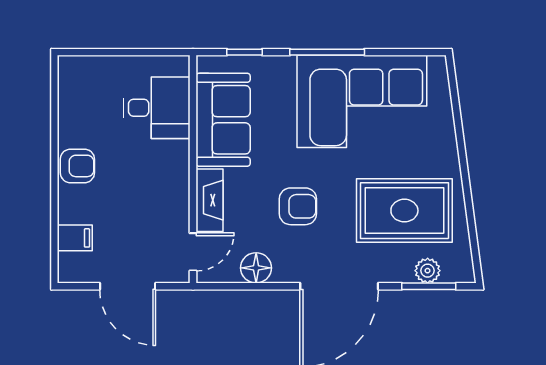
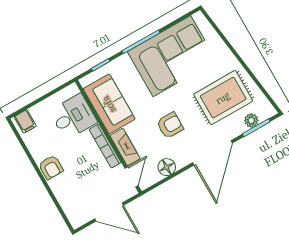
armchair: (77, 166) -> (51, 167), turned 90
bookcase: (180, 181) -> (105, 146), added
filing cabinet: (75, 238) -> (25, 121), moved, turned 90

